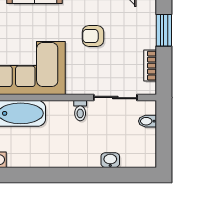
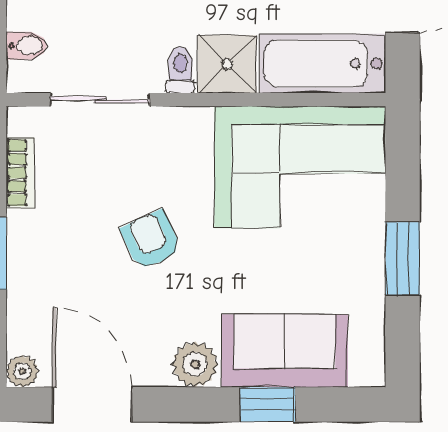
armchair: (93, 36) -> (151, 240), turned -115
shower: (60, 113) -> (227, 64), added

